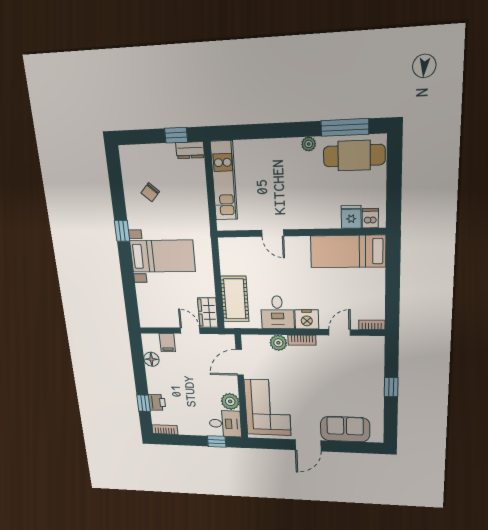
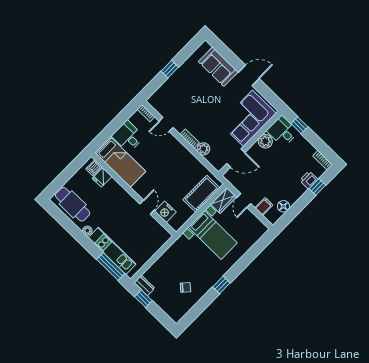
window: (345, 127) -> (111, 267), moved
kitchen unit: (224, 181) -> (112, 251), moved, turned 90
bed with nightstands: (162, 256) -> (213, 235), moved, turned 180
desk: (277, 312) -> (128, 136), moved, turned -90
nightstand: (307, 319) -> (165, 212), moved, turned 180

